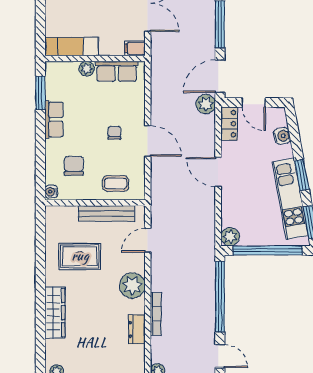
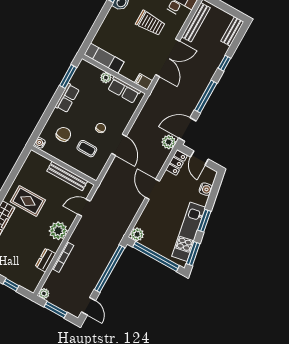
coffee table: (116, 183) -> (87, 149), moved
rug: (80, 256) -> (28, 201), moved

